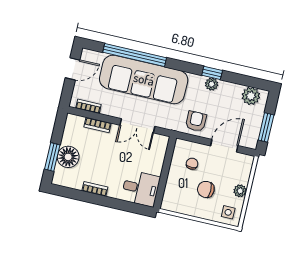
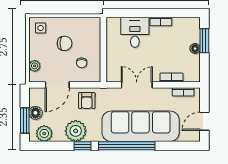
window: (135, 55) -> (127, 146), moved
plant: (212, 84) -> (76, 131), width x1.87, depth x1.87
floor lamp: (255, 121) -> (35, 113), added
window: (266, 127) -> (25, 121), moved
floor lamp: (68, 157) -> (195, 49), width x0.53, depth x0.53
desk: (141, 188) -> (135, 32), moved, turned 90
plant: (240, 191) -> (35, 66), moved

